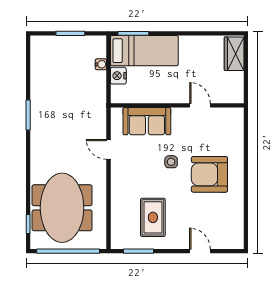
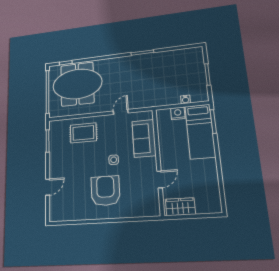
wardrobe: (234, 54) -> (180, 207), moved
rug: (153, 217) -> (83, 133), moved

